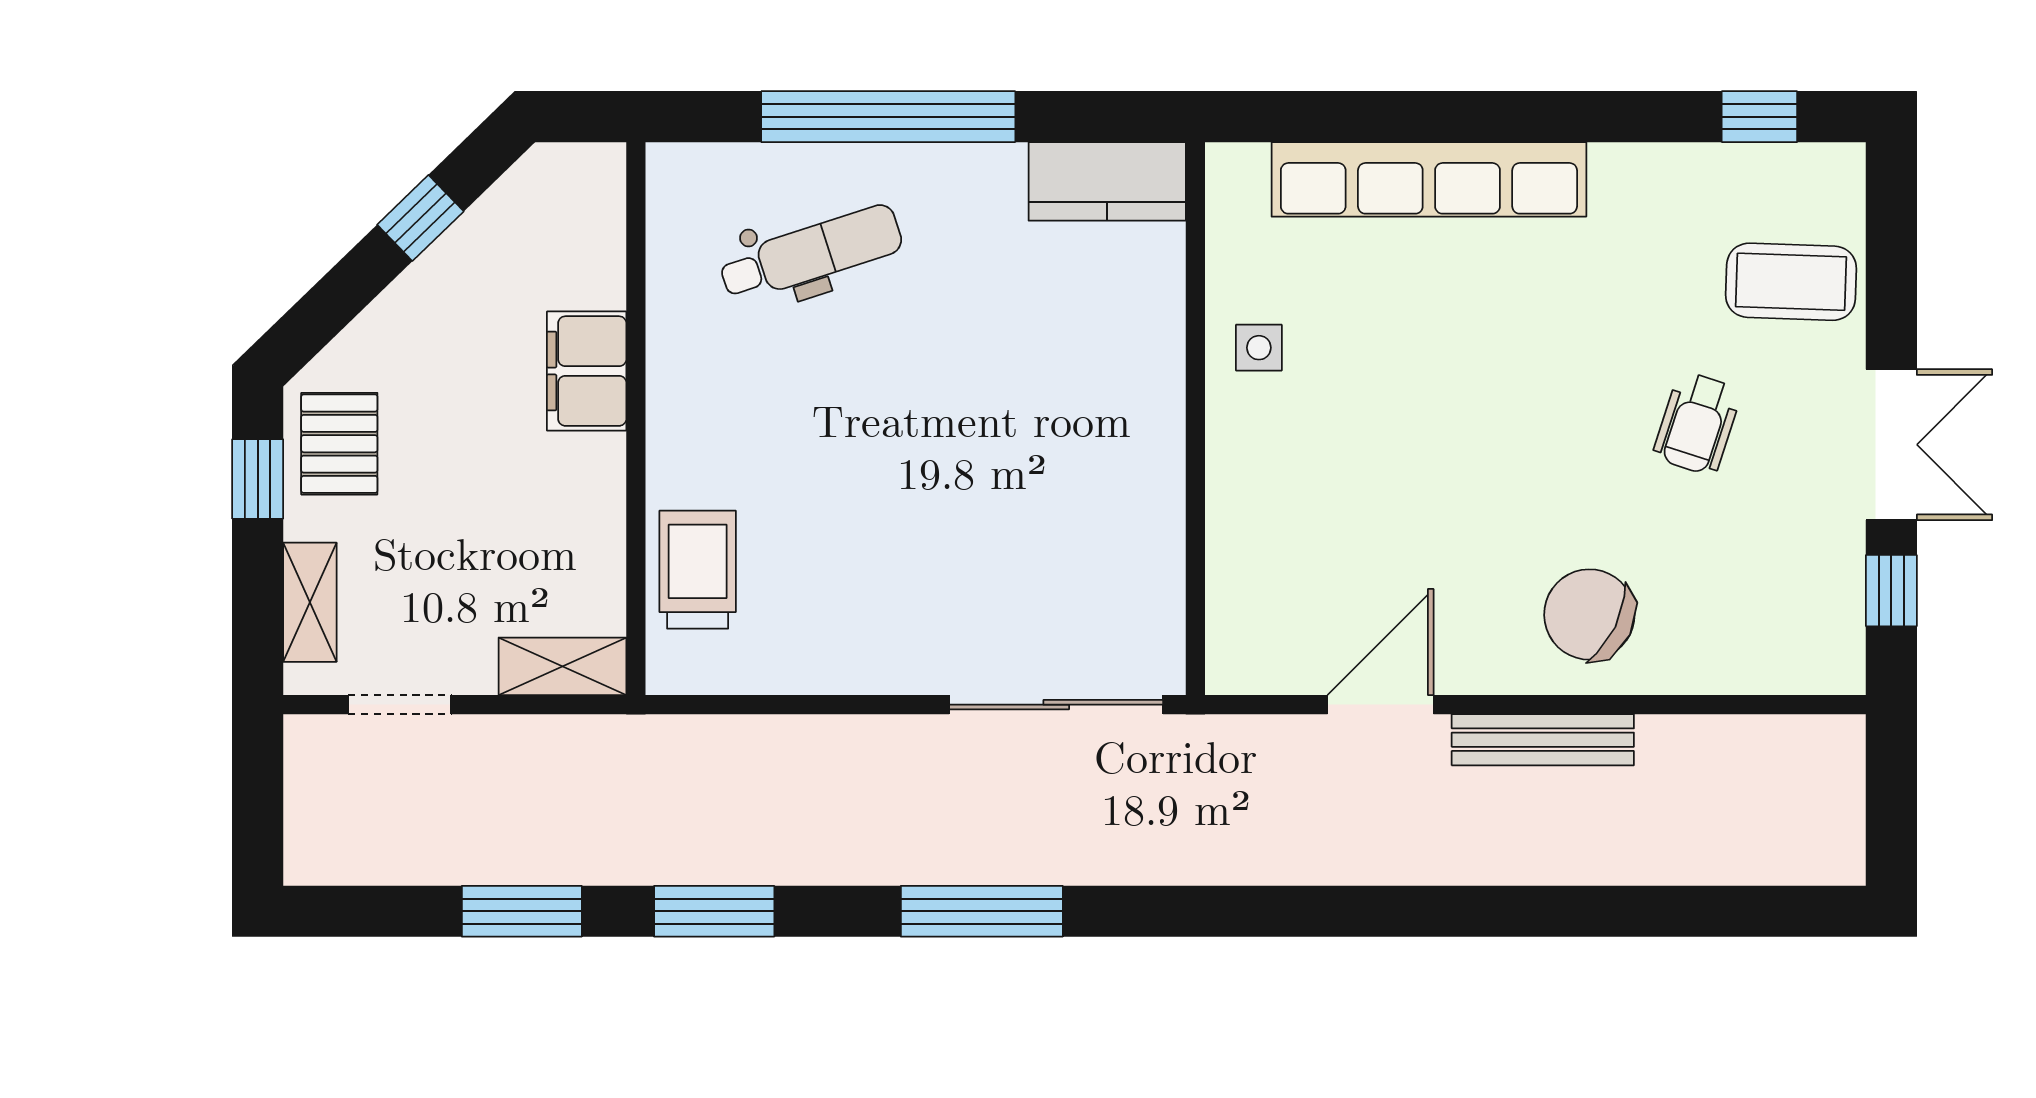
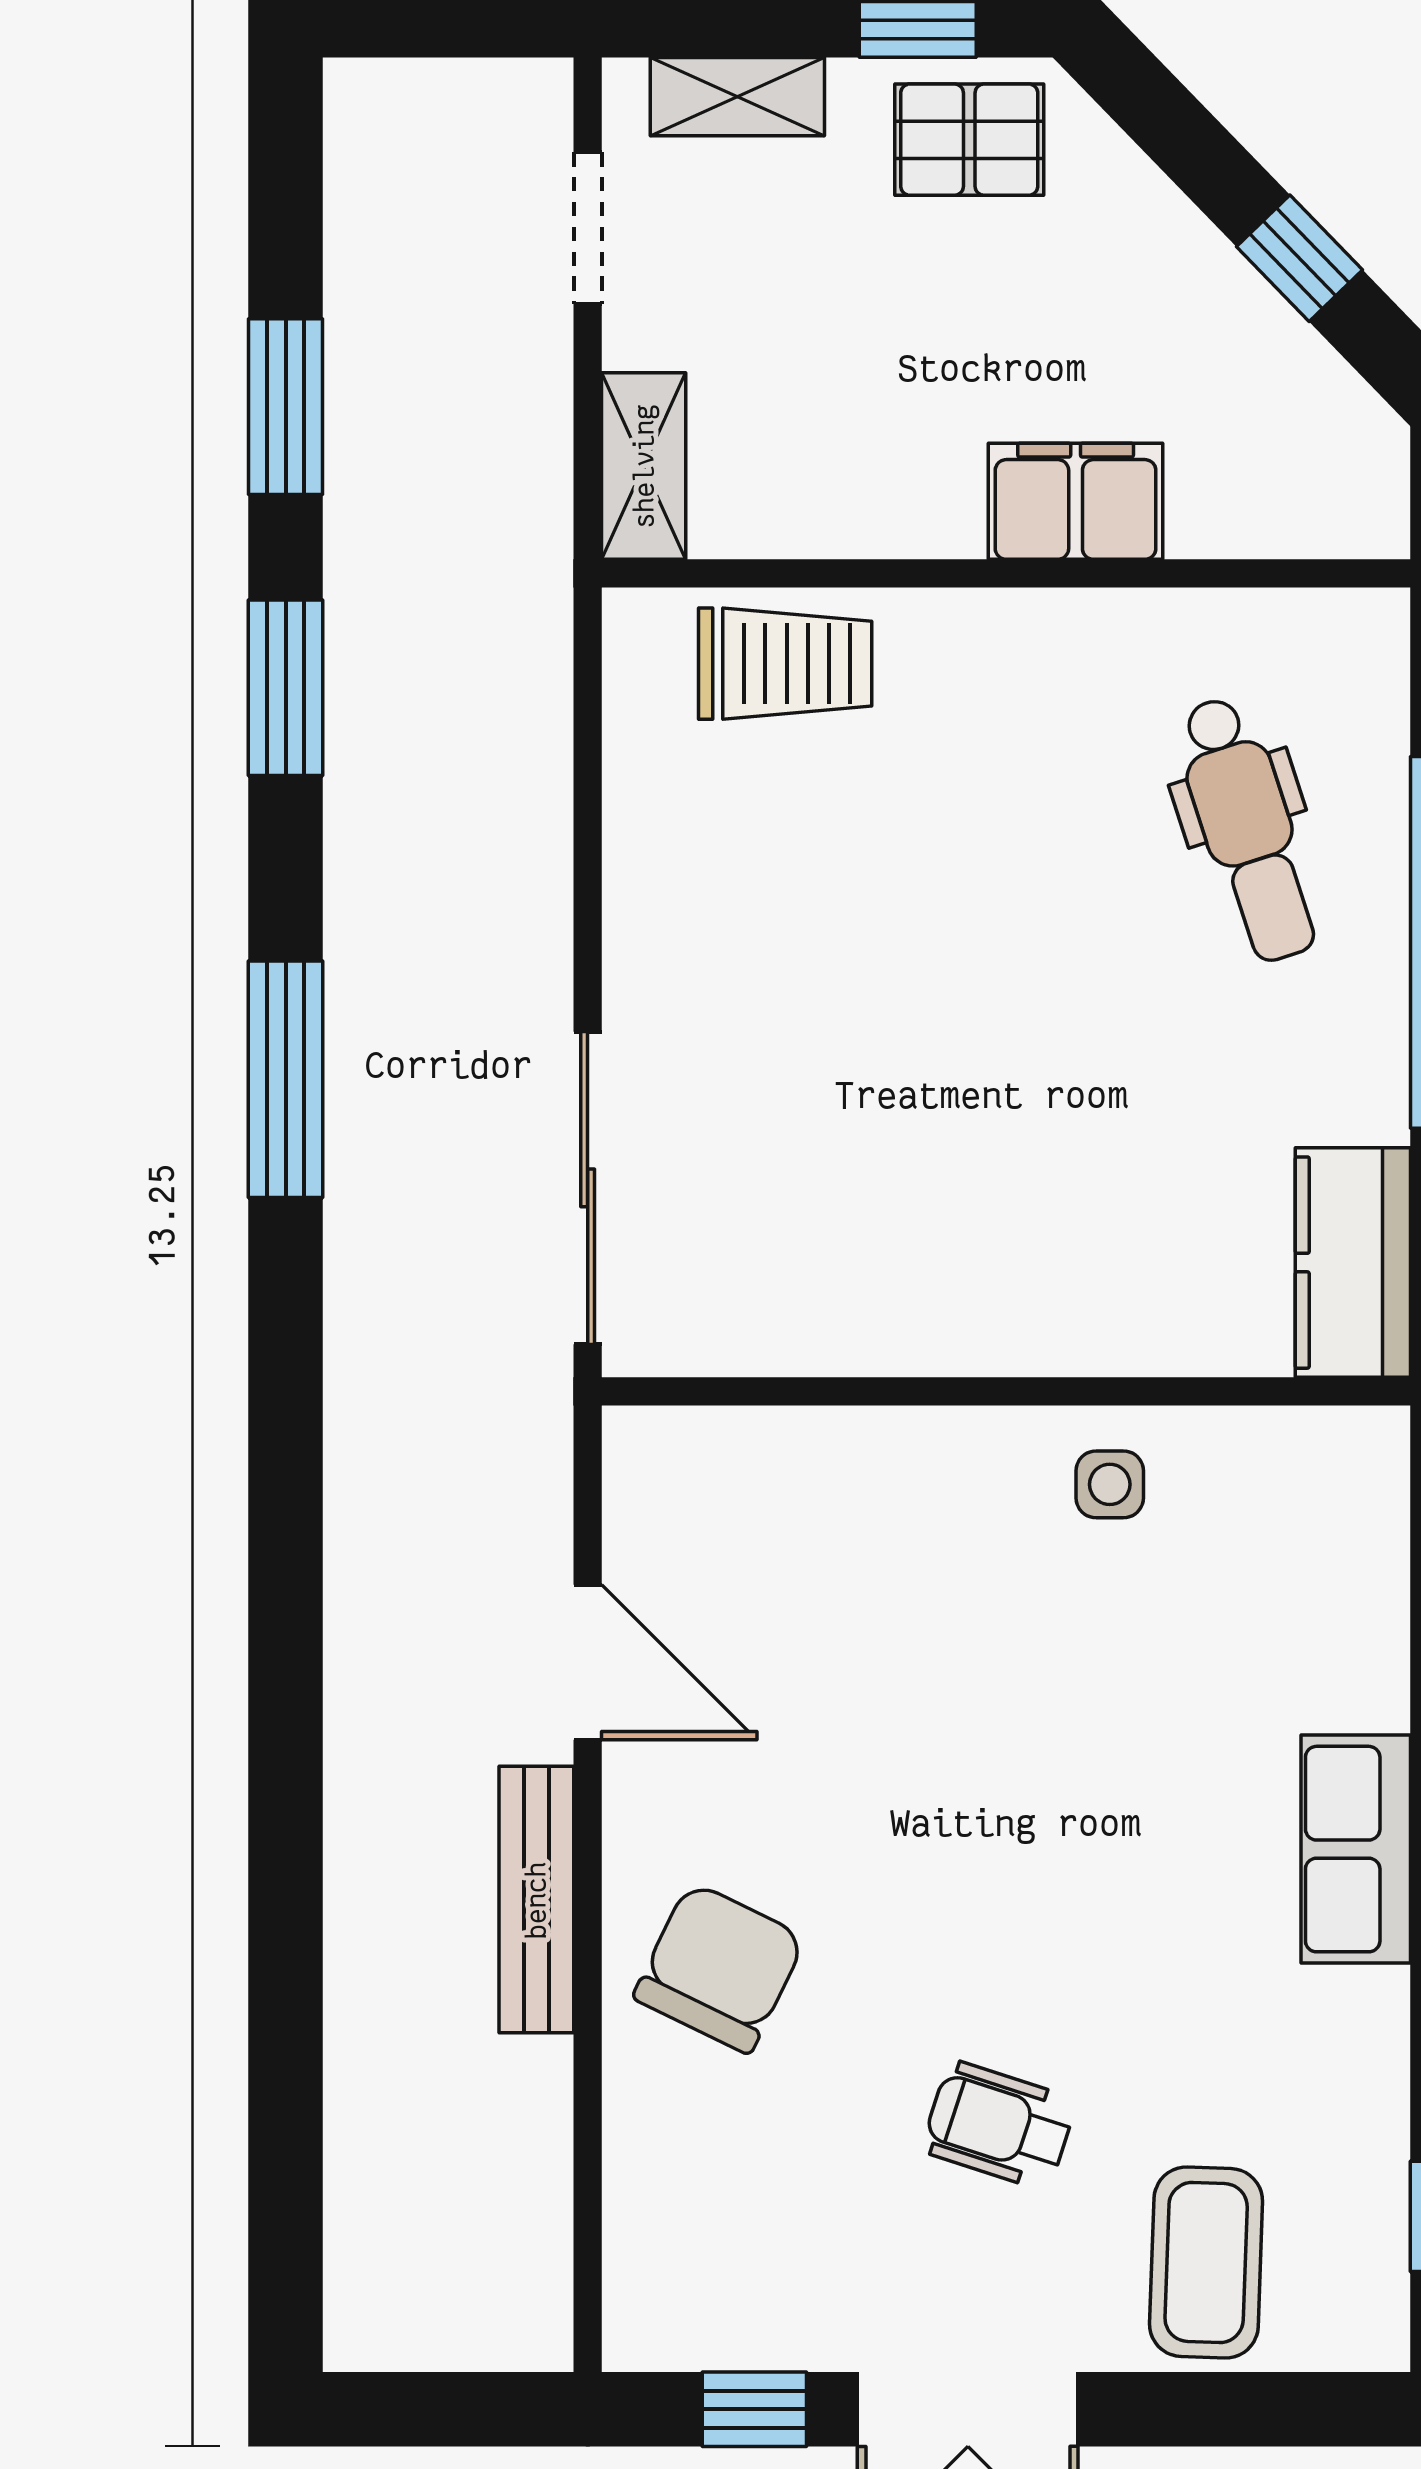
row of seats: (1429, 179) -> (1356, 1849), width x0.50

